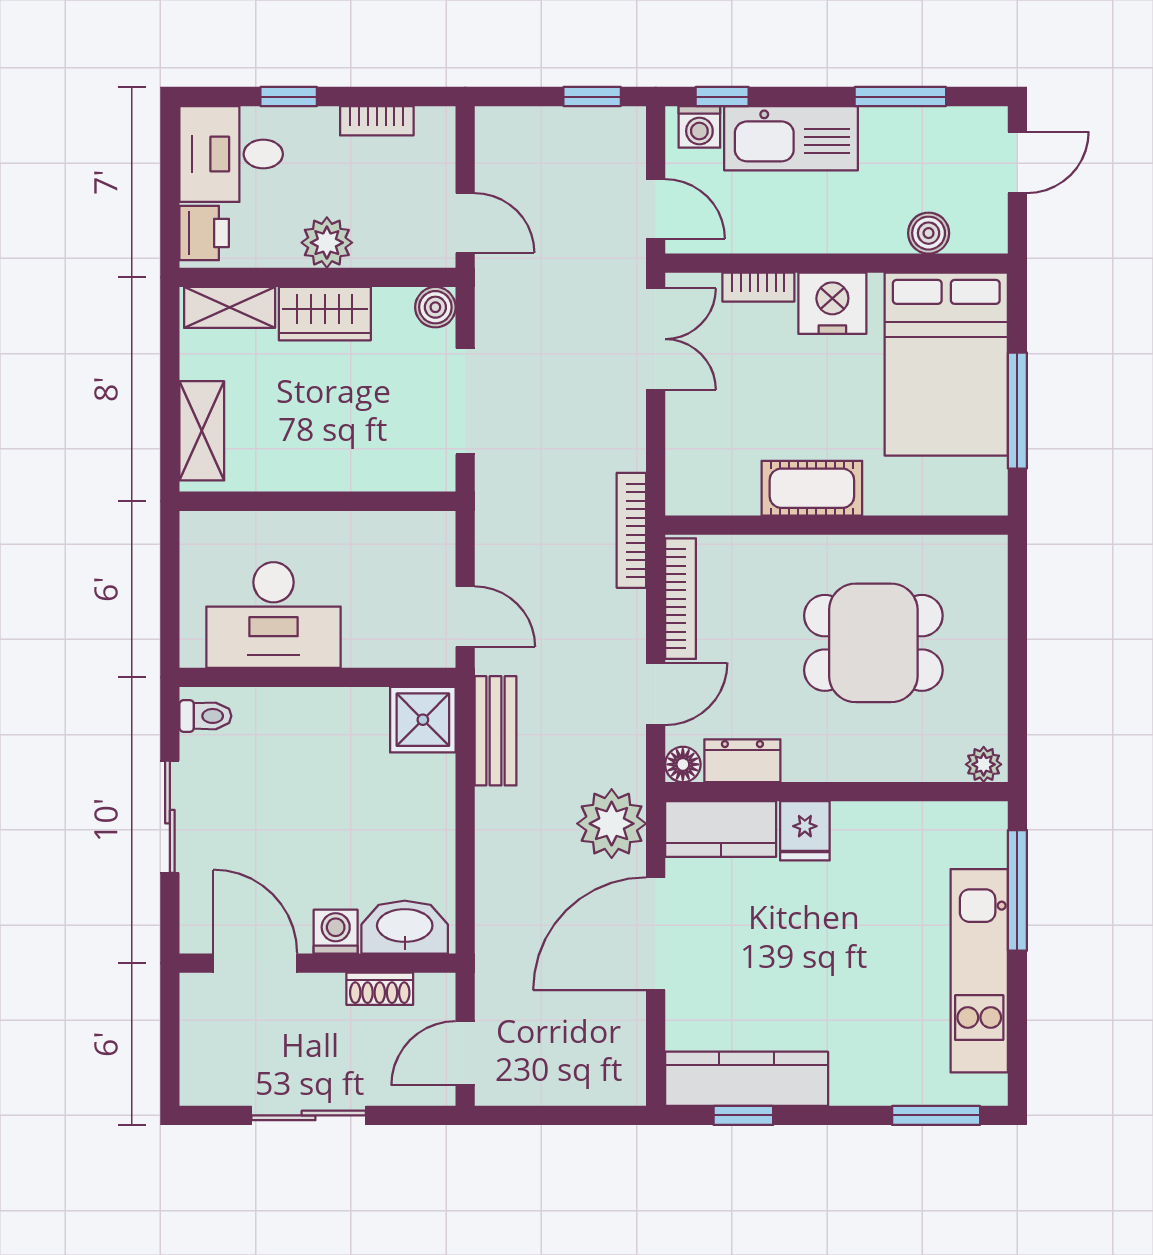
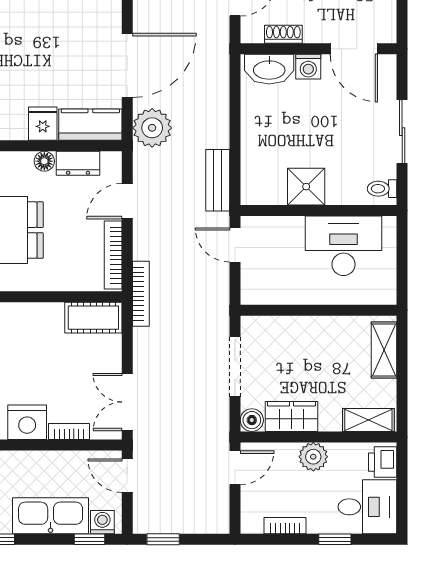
door: (465, 223) -> (235, 468), swing flipped
wardrobe: (325, 314) -> (291, 416), moved
cot: (812, 488) -> (93, 318), moved
shower: (423, 720) -> (306, 187), moved
floor lamp: (683, 764) -> (44, 161), moved

